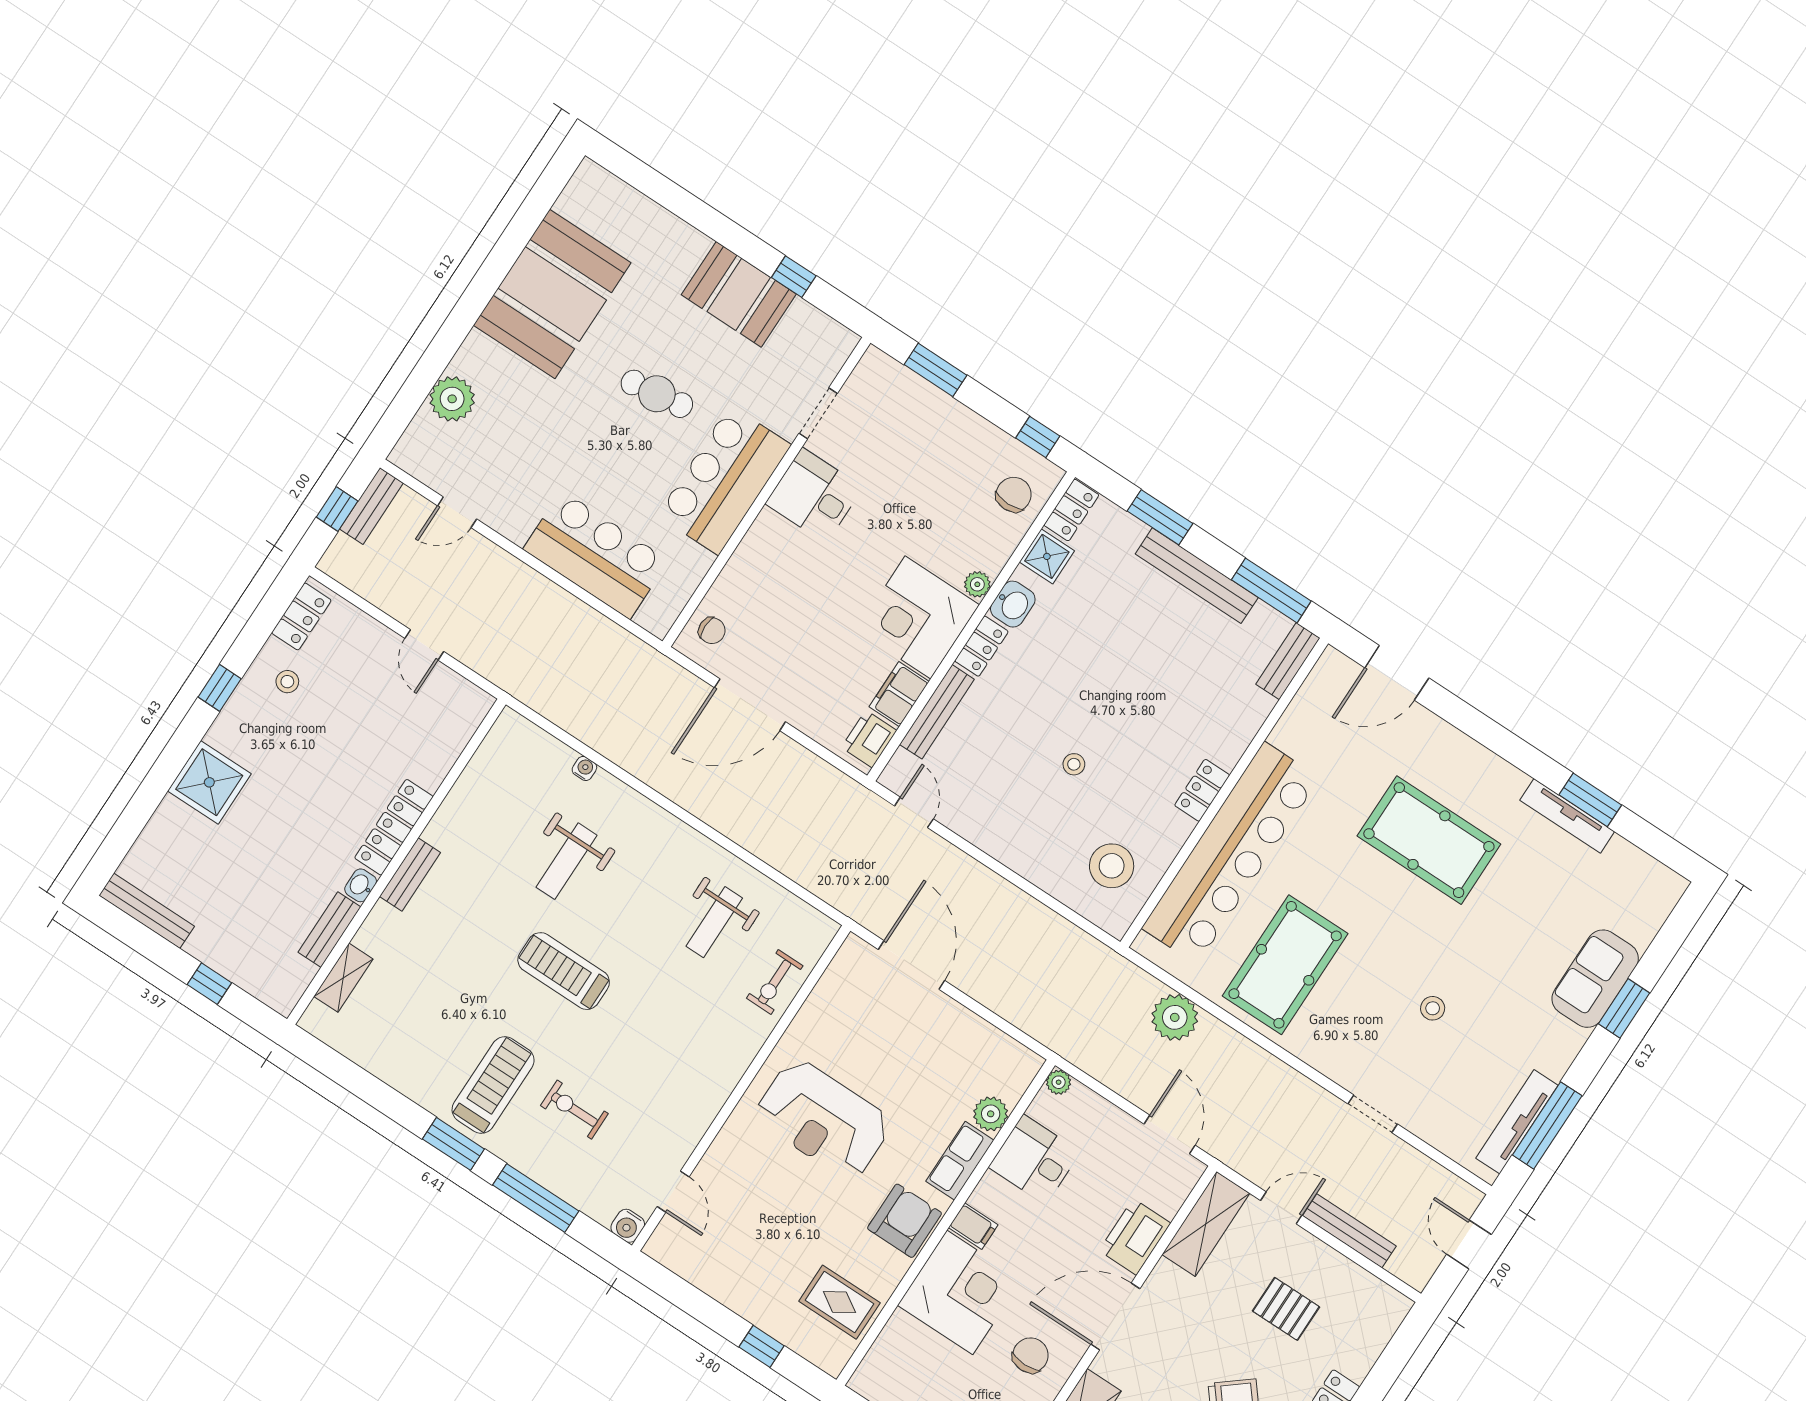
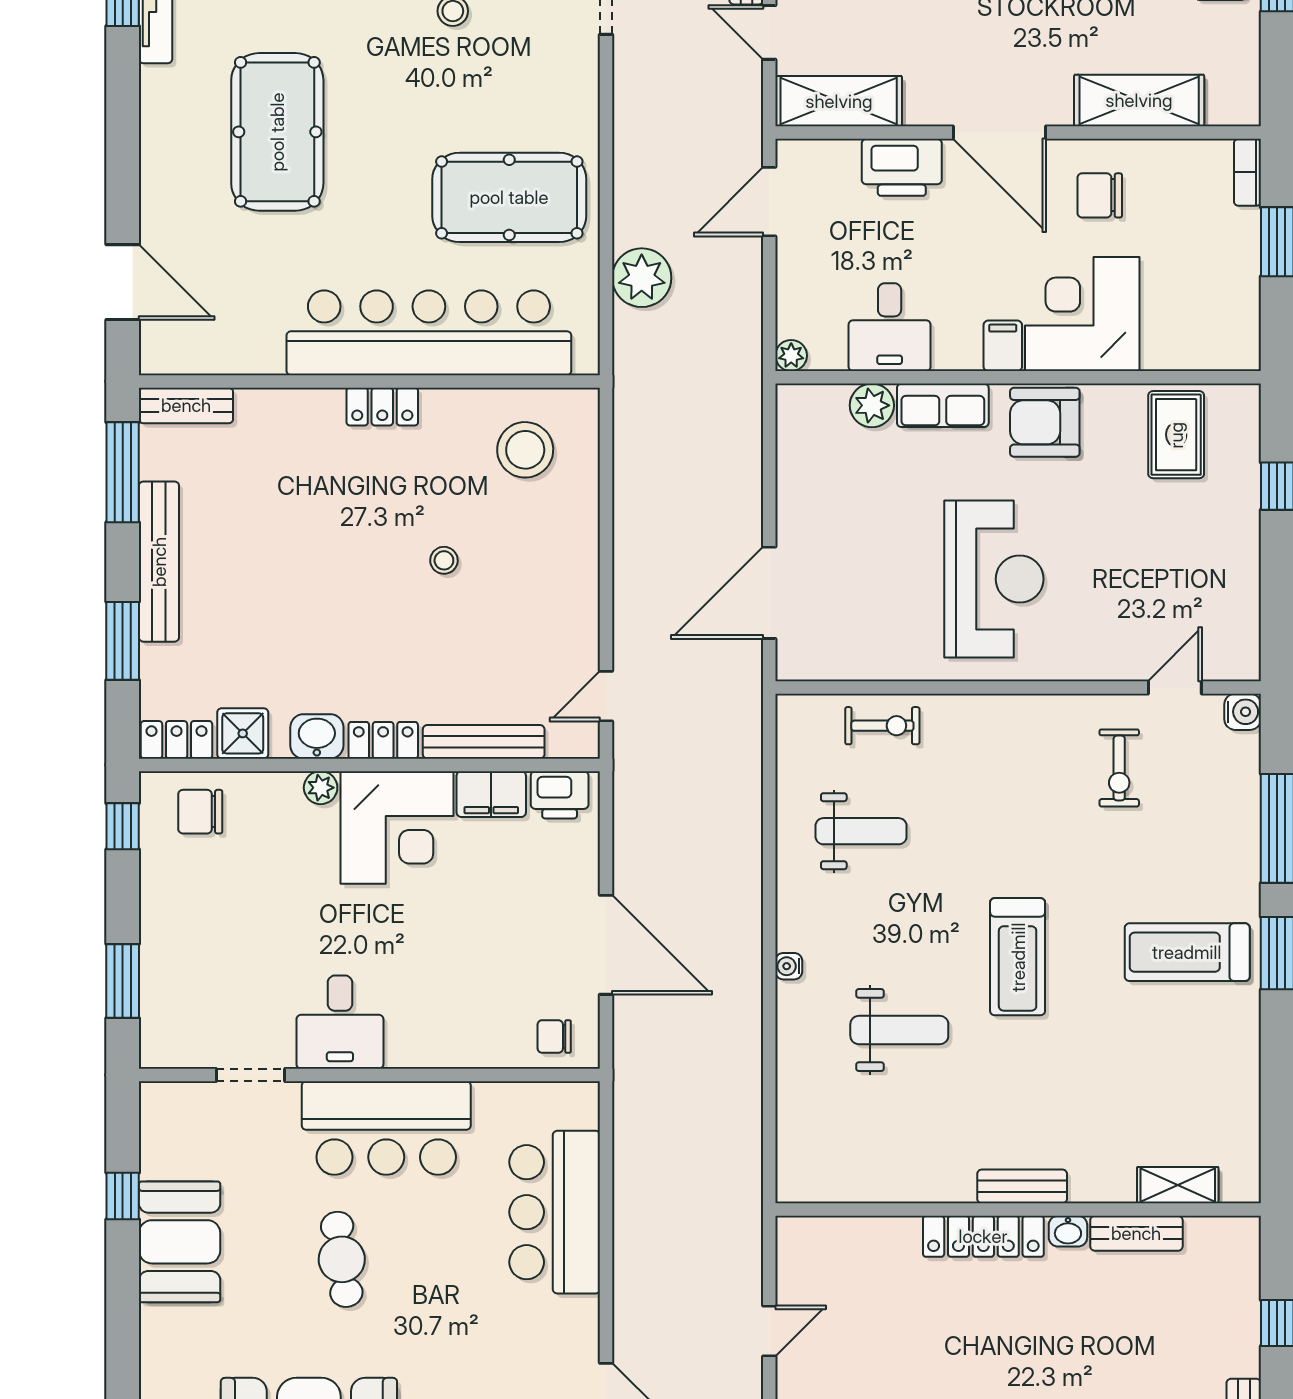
chair: (712, 631) -> (554, 1036), turned -90
water cooler: (584, 769) -> (789, 966), moved
exercise bike: (574, 1110) -> (1119, 768), moved

